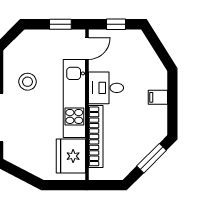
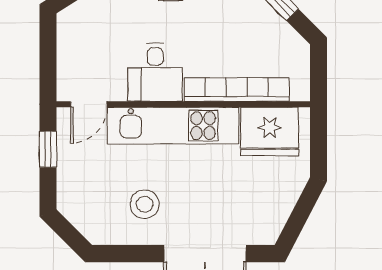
window: (116, 24) -> (48, 55), removed
door: (87, 49) -> (89, 104), swing flipped

